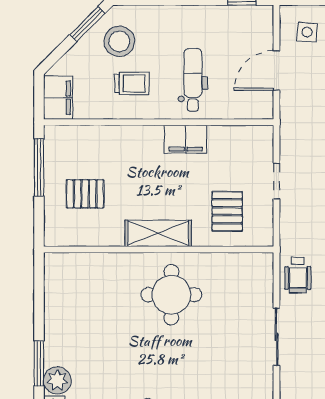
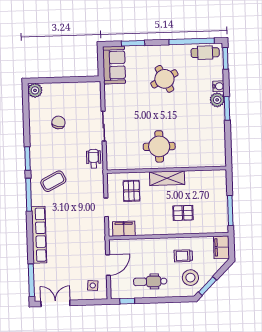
dental chair: (193, 80) -> (150, 282), moved, turned 90
filing cabinet: (186, 139) -> (124, 229), moved
pallet: (85, 194) -> (183, 213), moved

